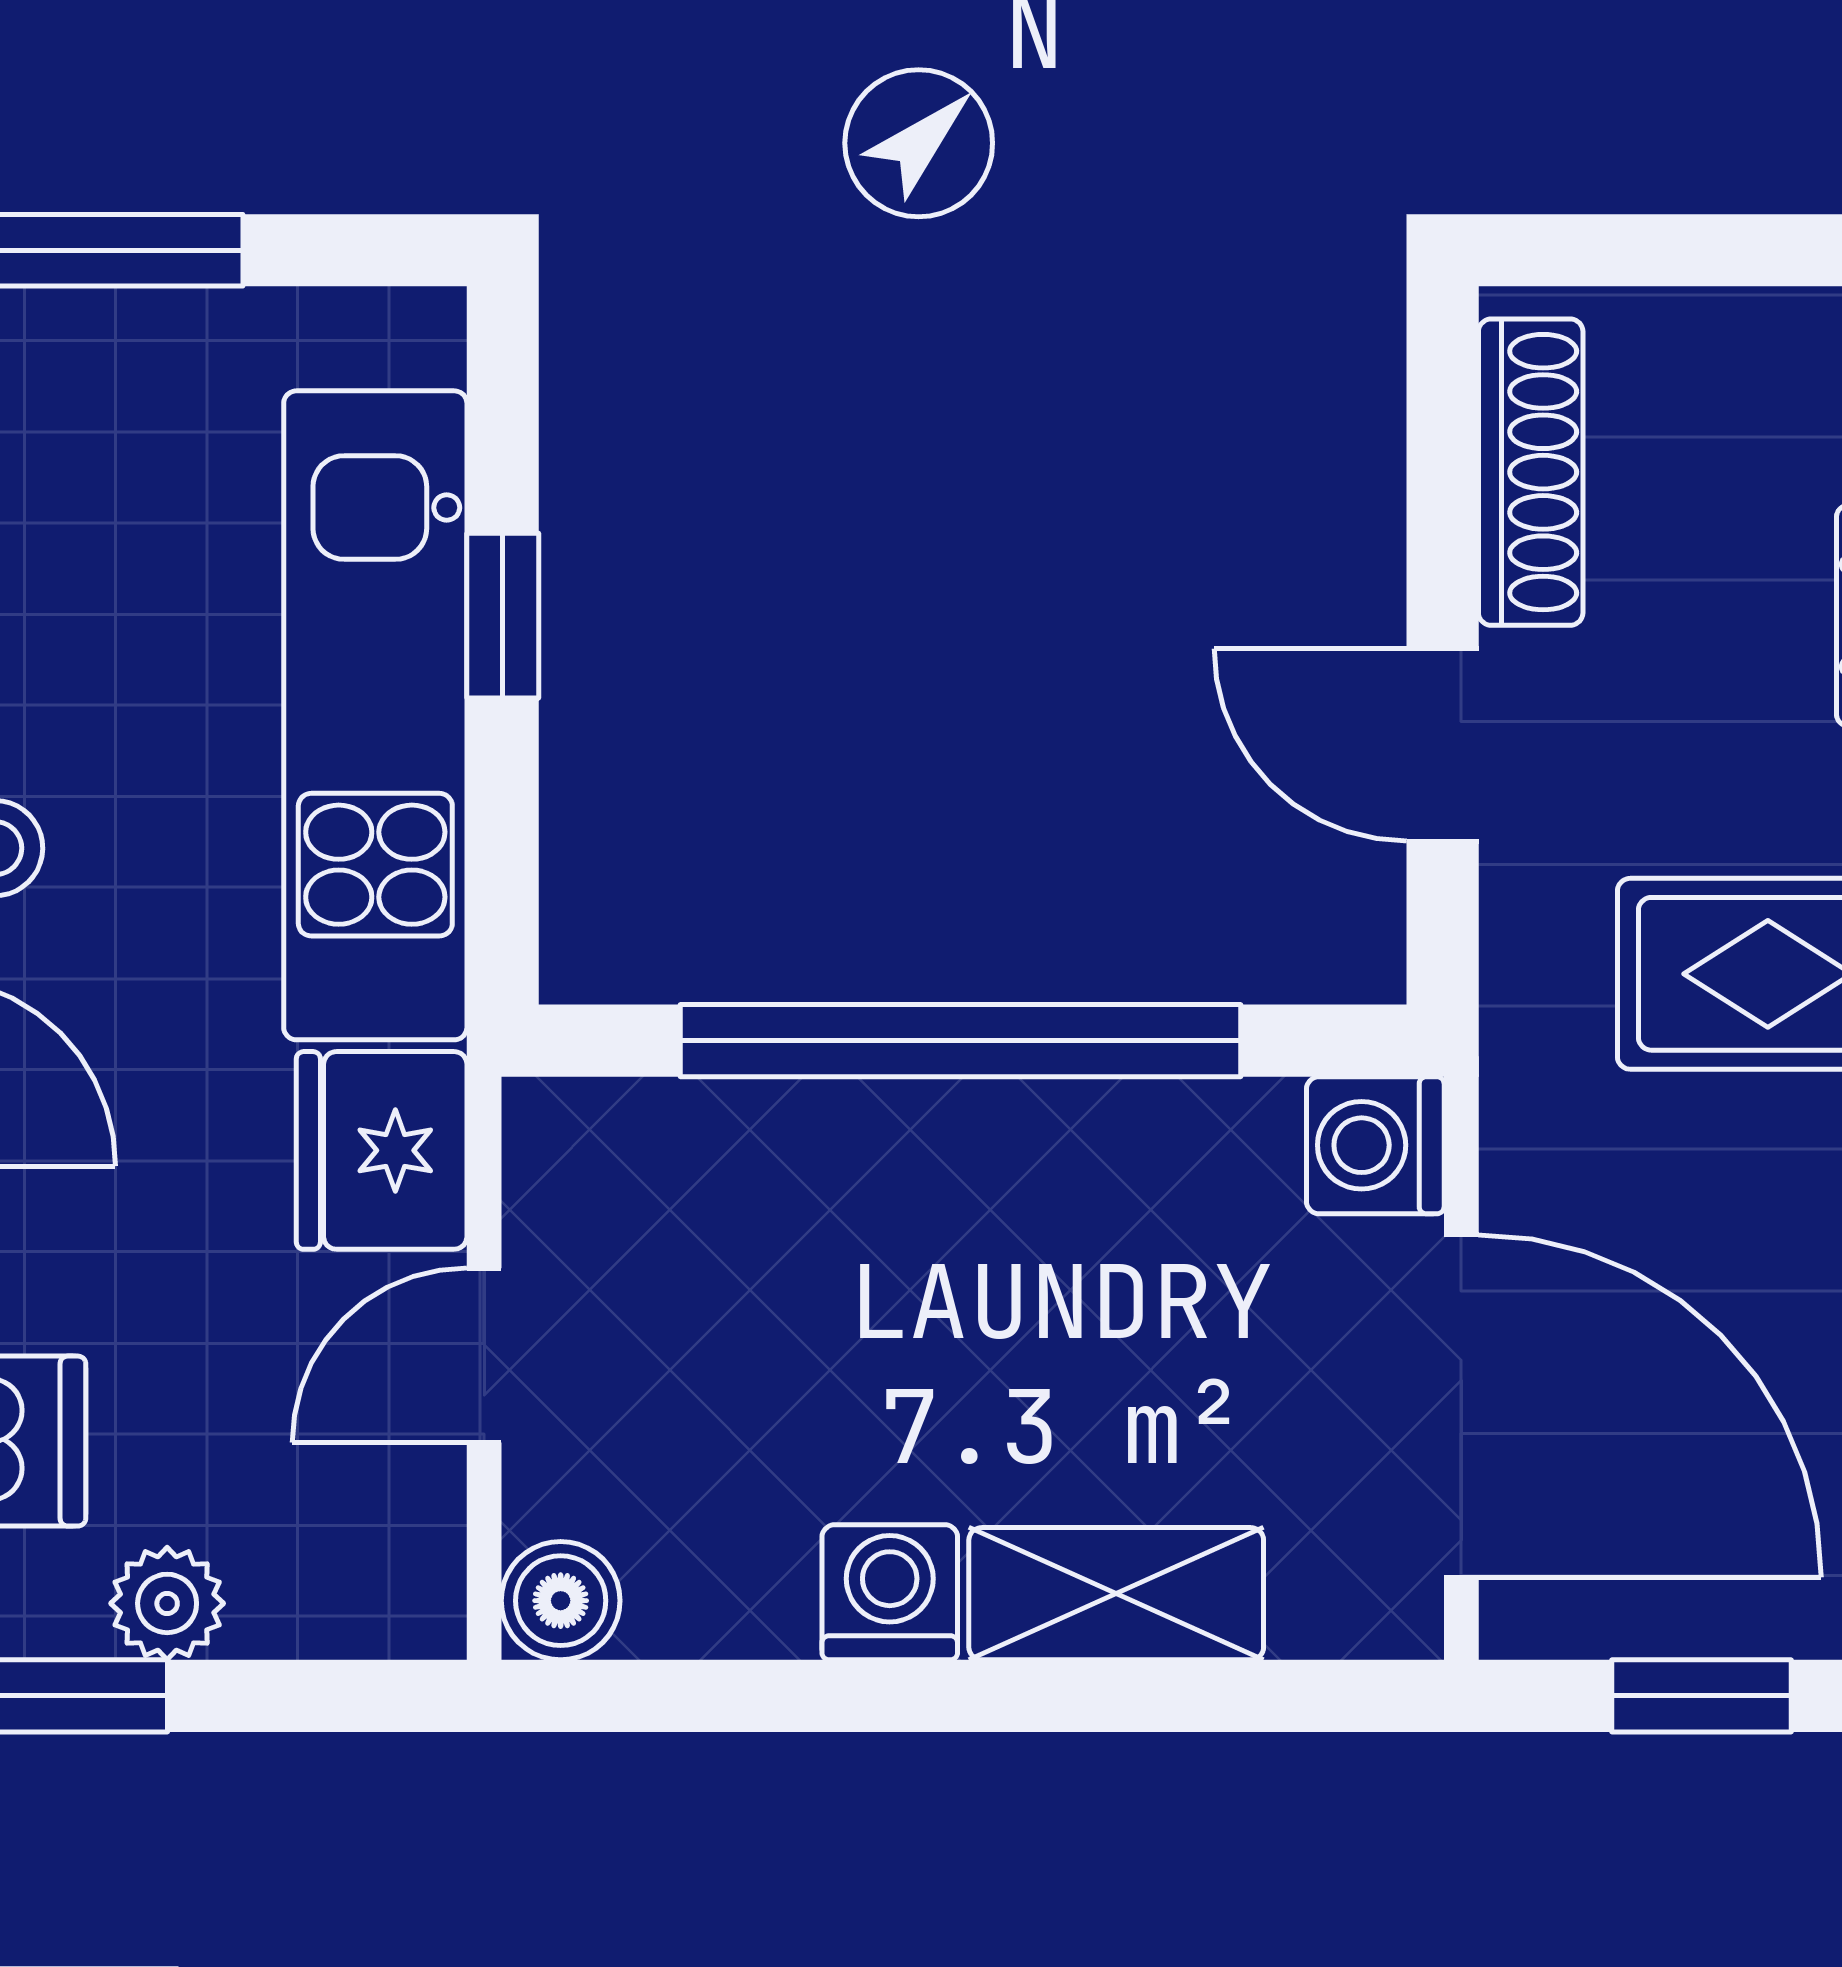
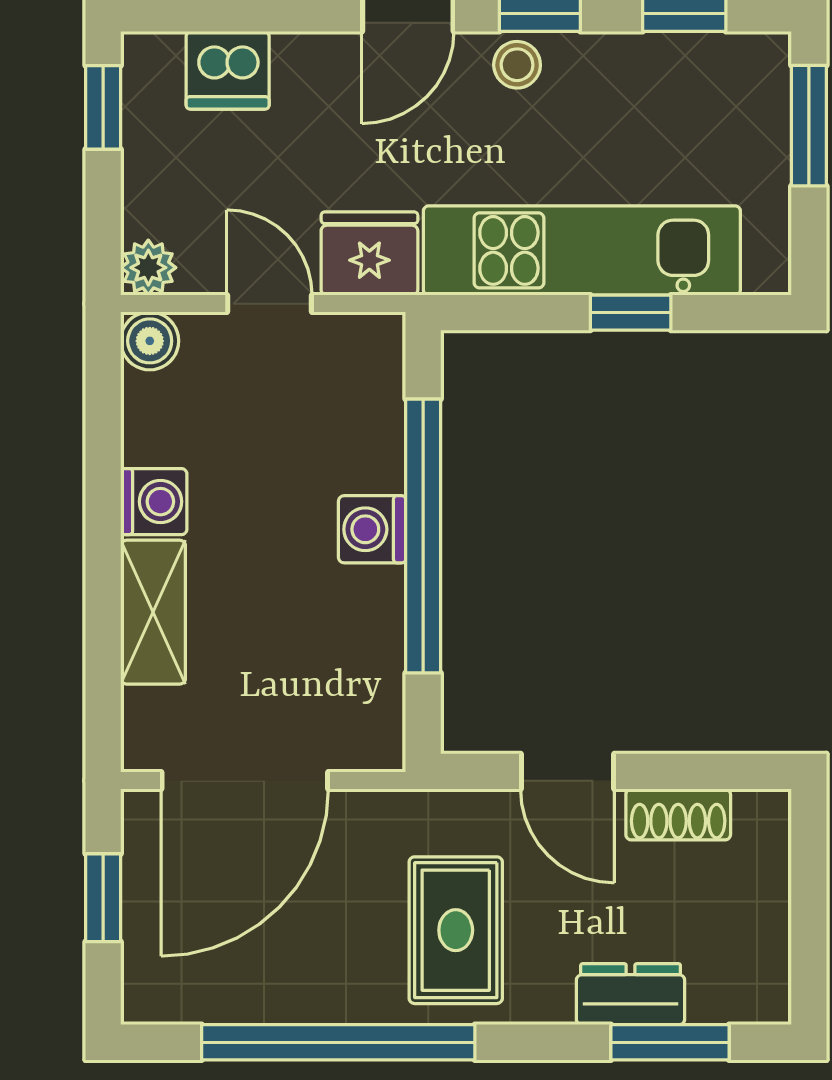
shoe rack: (1531, 472) -> (678, 814), width x0.70
door: (1443, 745) -> (567, 771), swing flipped
washing machine: (1375, 1145) -> (372, 529), moved, turned -90
plant: (167, 1603) -> (148, 268), moved

